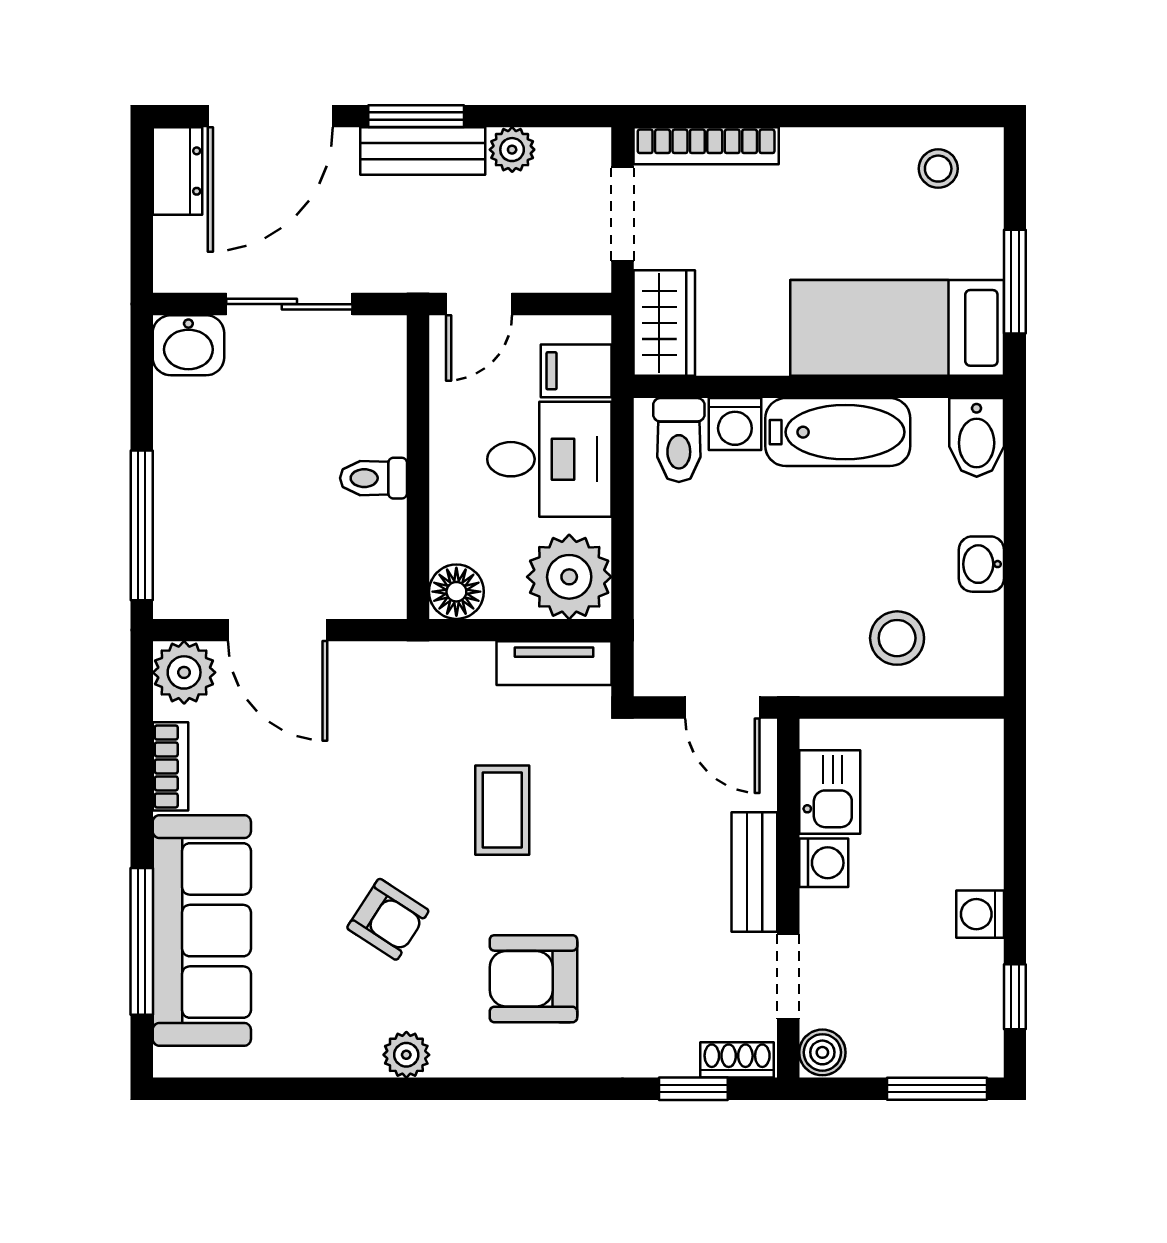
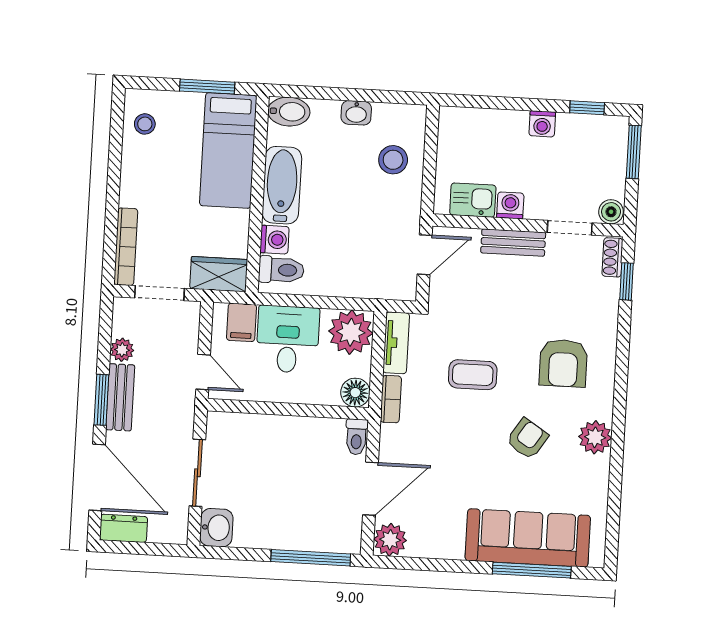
toilet: (374, 478) -> (356, 437), moved
bookcase: (170, 766) -> (391, 399), moved, turned 90
plant: (406, 1055) -> (595, 437), width x1.38, depth x1.38

